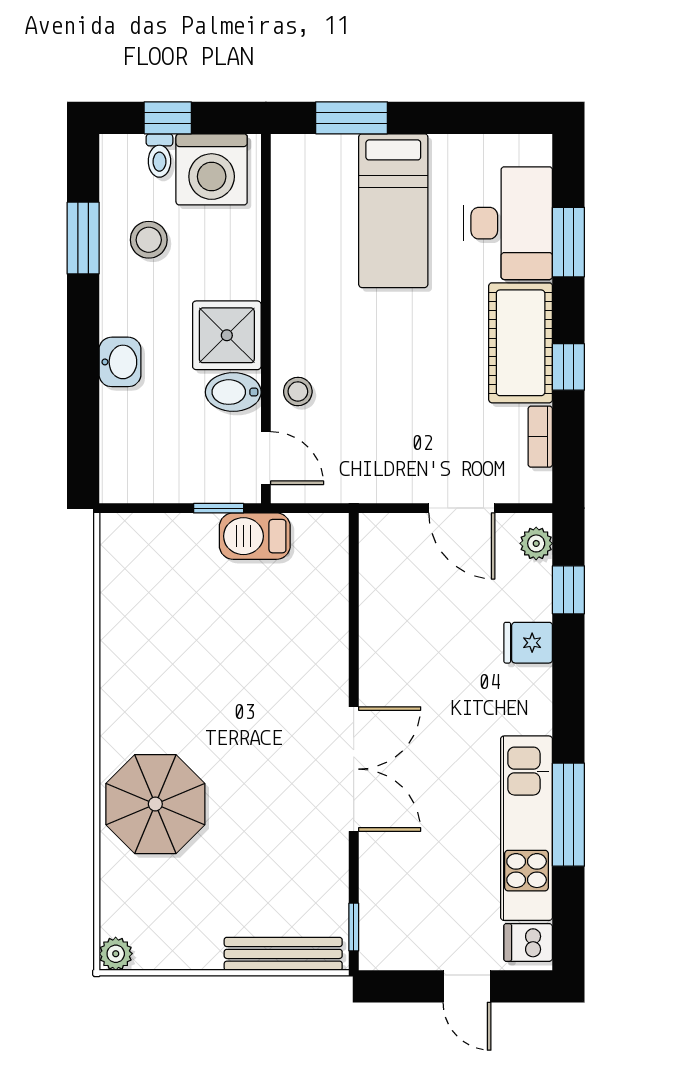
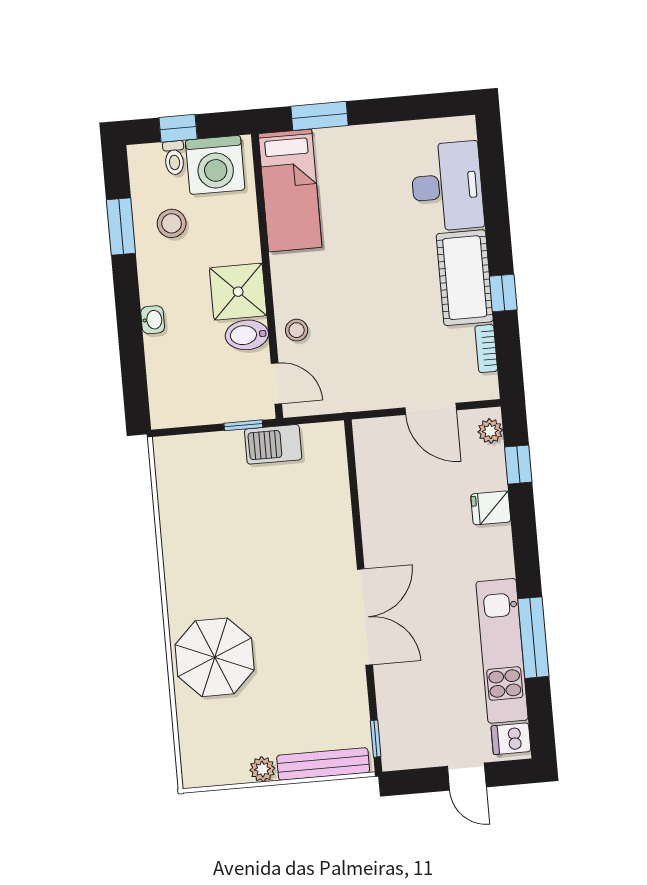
bed: (393, 211) -> (290, 190), moved
window: (568, 242) -> (495, 197), removed
washbasin: (120, 362) -> (153, 320), width x0.72, depth x0.69
plant: (116, 954) -> (262, 769), moved

